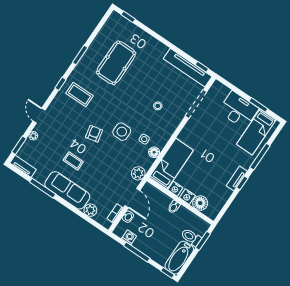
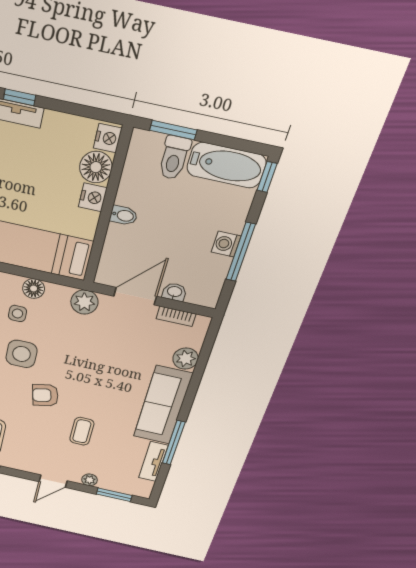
coffee table: (73, 161) -> (82, 431), moved
tv unit: (23, 166) -> (153, 462), moved
nightstand: (175, 189) -> (108, 138), moved
washing machine: (129, 237) -> (226, 244), moved

